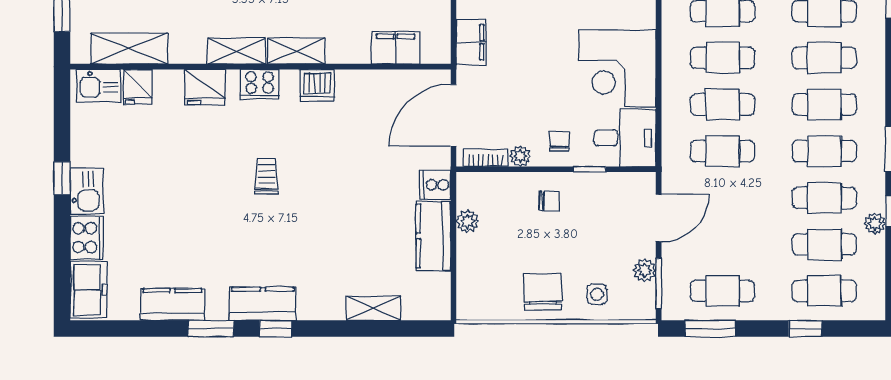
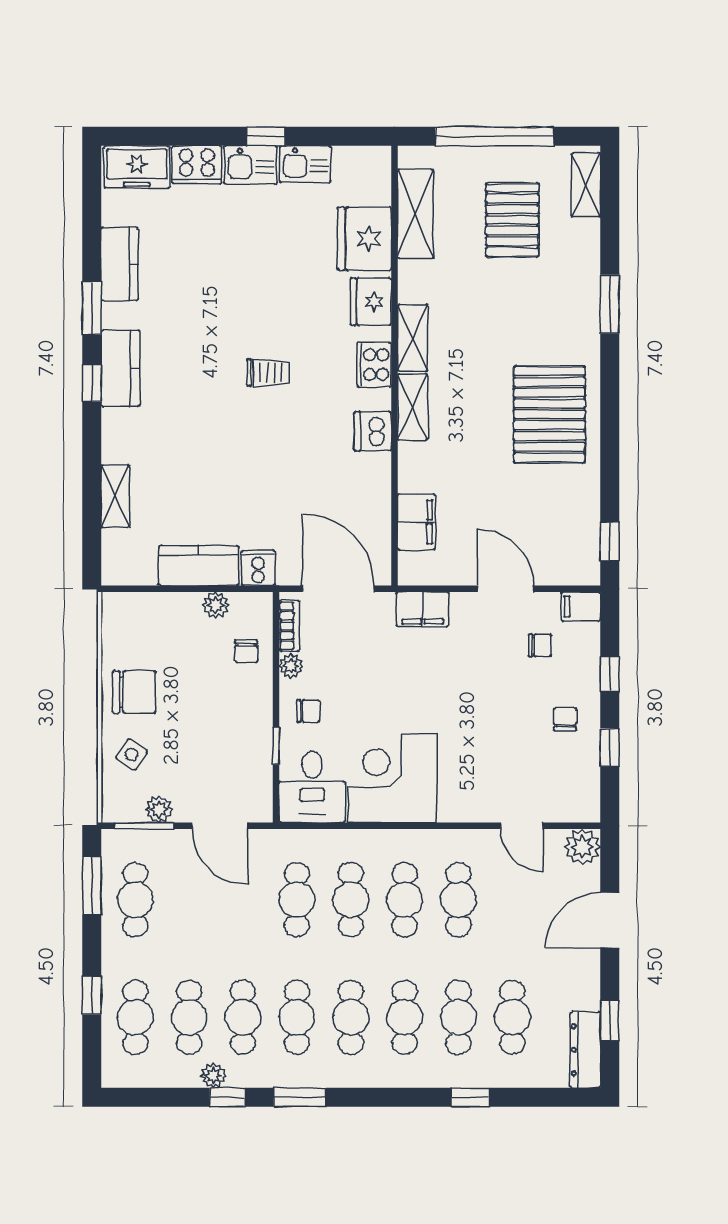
kitchen sink: (99, 85) -> (305, 164), moved, turned -90
fridge: (138, 87) -> (364, 239), width x1.88, depth x1.34
chair: (549, 201) -> (246, 651), moved
side table: (597, 294) -> (132, 755), turned 34

